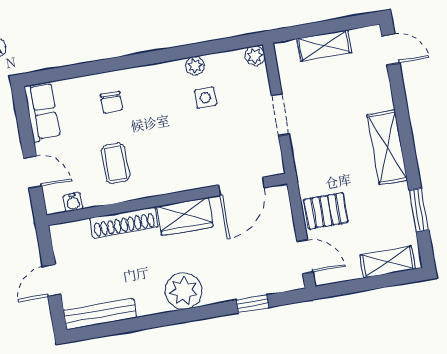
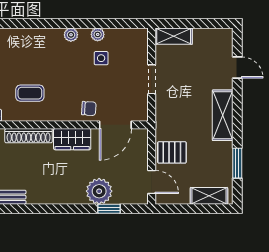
shelving: (324, 46) -> (174, 36), moved
door: (391, 49) -> (237, 67), moved
plant: (255, 56) -> (71, 35), moved
chair: (111, 102) -> (89, 108), moved, turned -86
coffee table: (115, 163) -> (30, 93), turned 90
plant: (184, 291) -> (99, 191), moved

